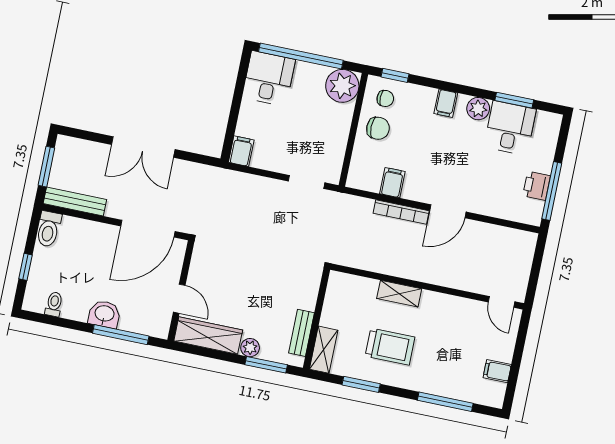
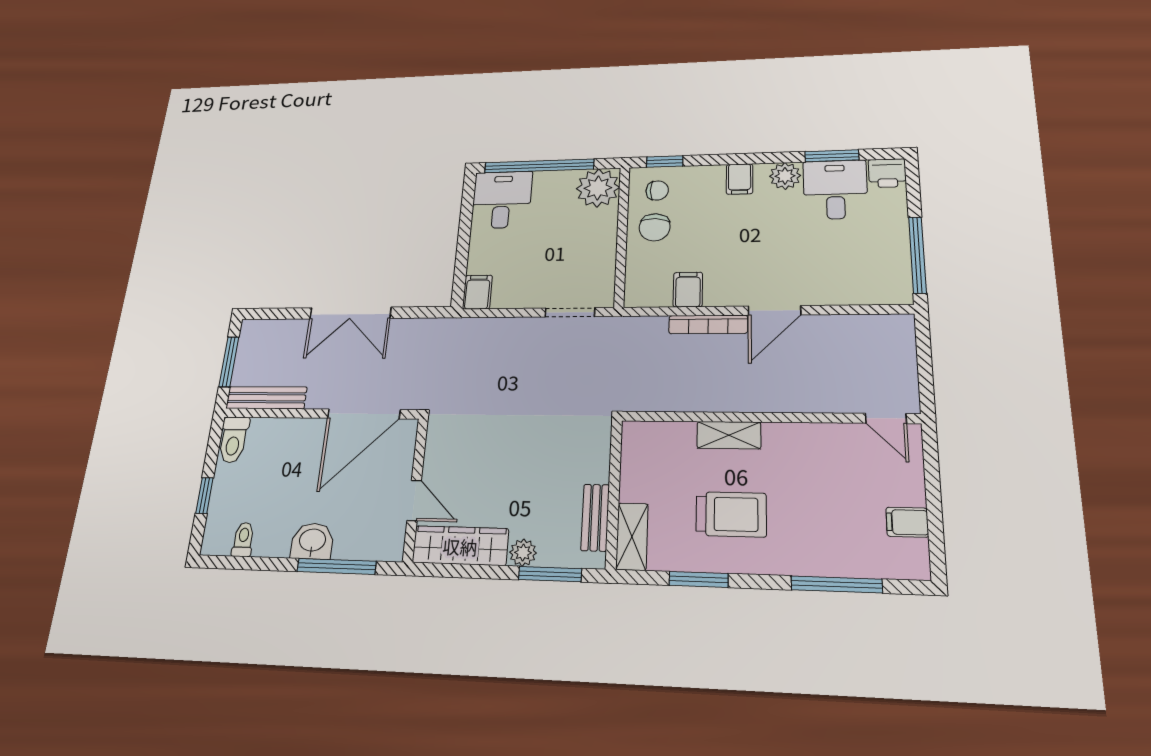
chair: (378, 128) -> (655, 227), turned 94
printer: (537, 186) -> (887, 173), moved, turned -90

